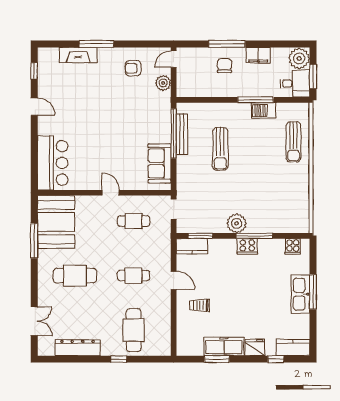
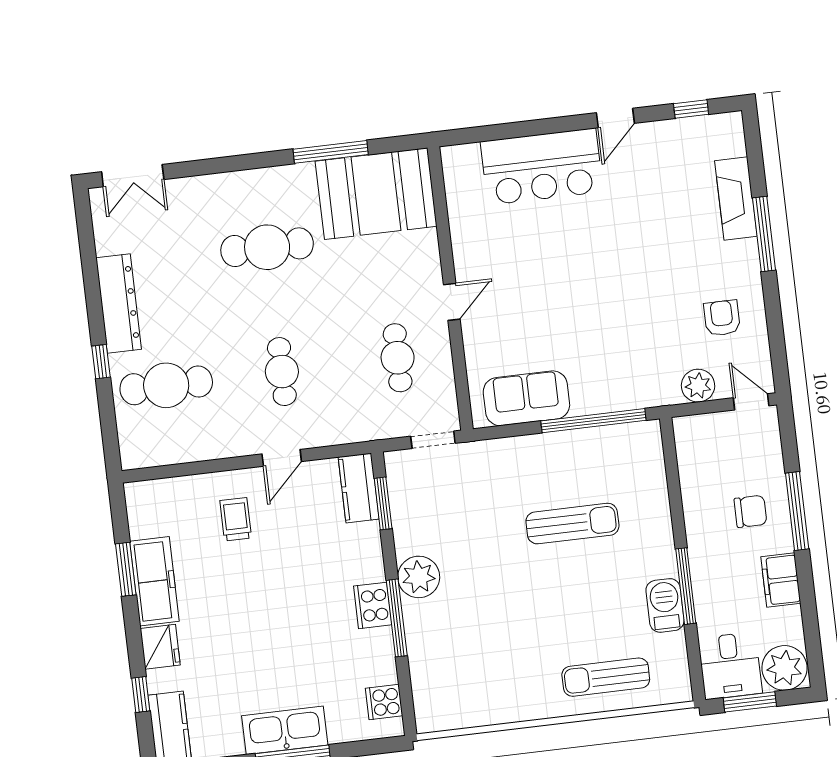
bench: (182, 134) -> (594, 438), removed
sun lounger: (220, 149) -> (572, 524), turned 180
bar counter: (53, 163) -> (542, 167), moved
cafe table: (75, 276) -> (267, 247), turned 90
double door: (34, 321) -> (133, 176), moved
dresser: (78, 348) -> (119, 304), moved

